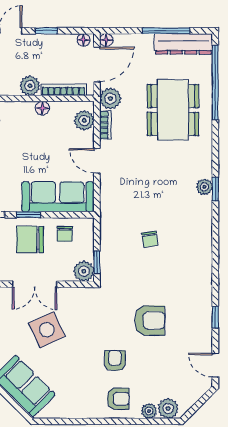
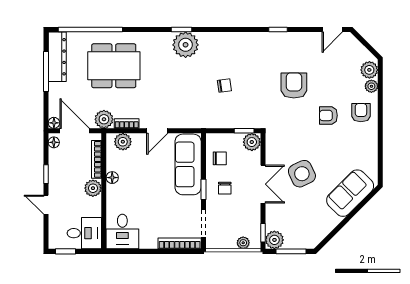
plant: (204, 187) -> (186, 45), width x1.88, depth x1.88
chair: (30, 240) -> (225, 188), width x0.54, depth x0.54
window: (215, 317) -> (278, 30), moved

